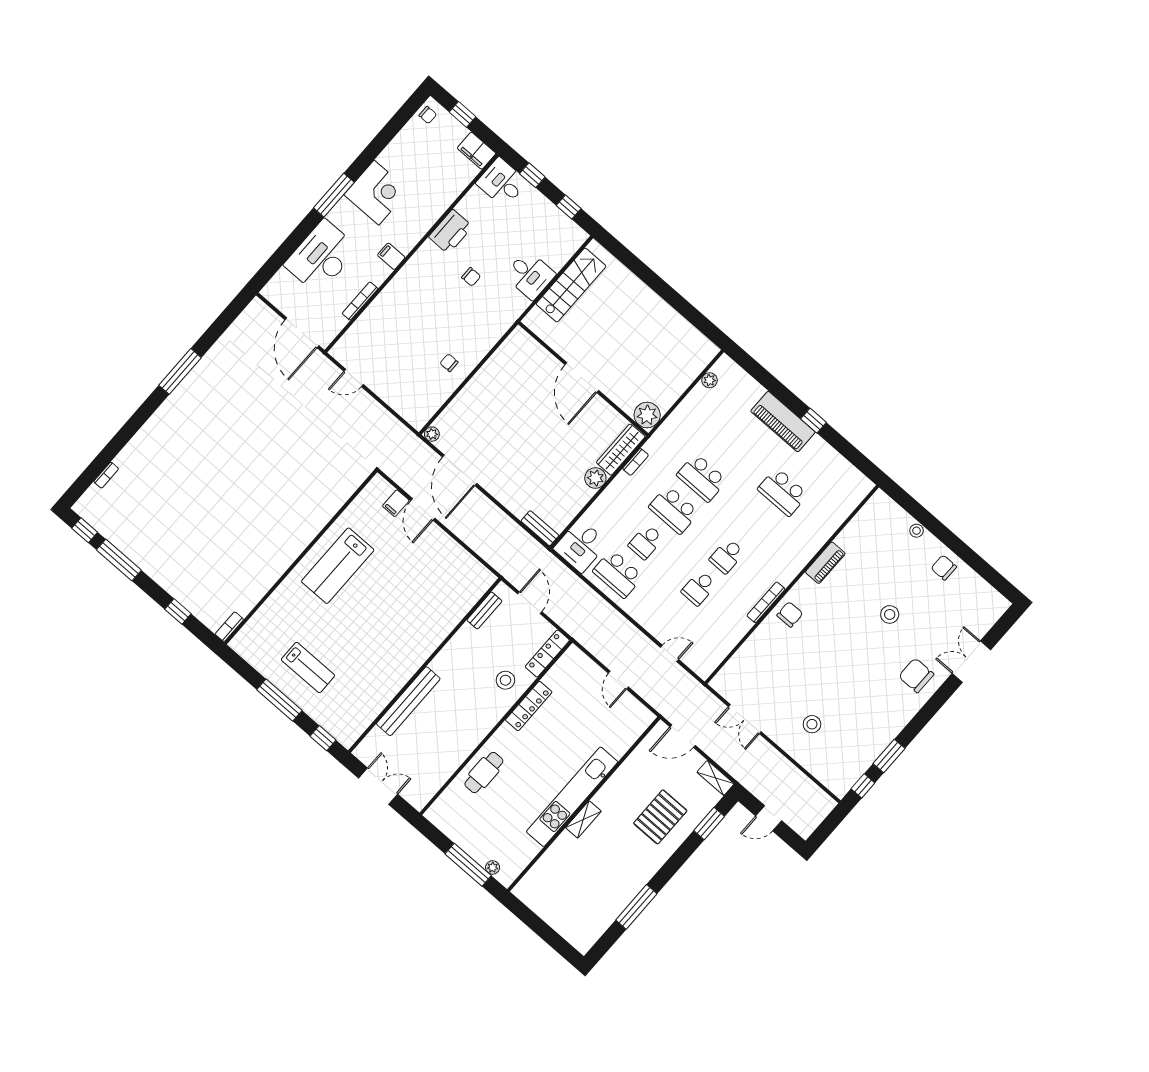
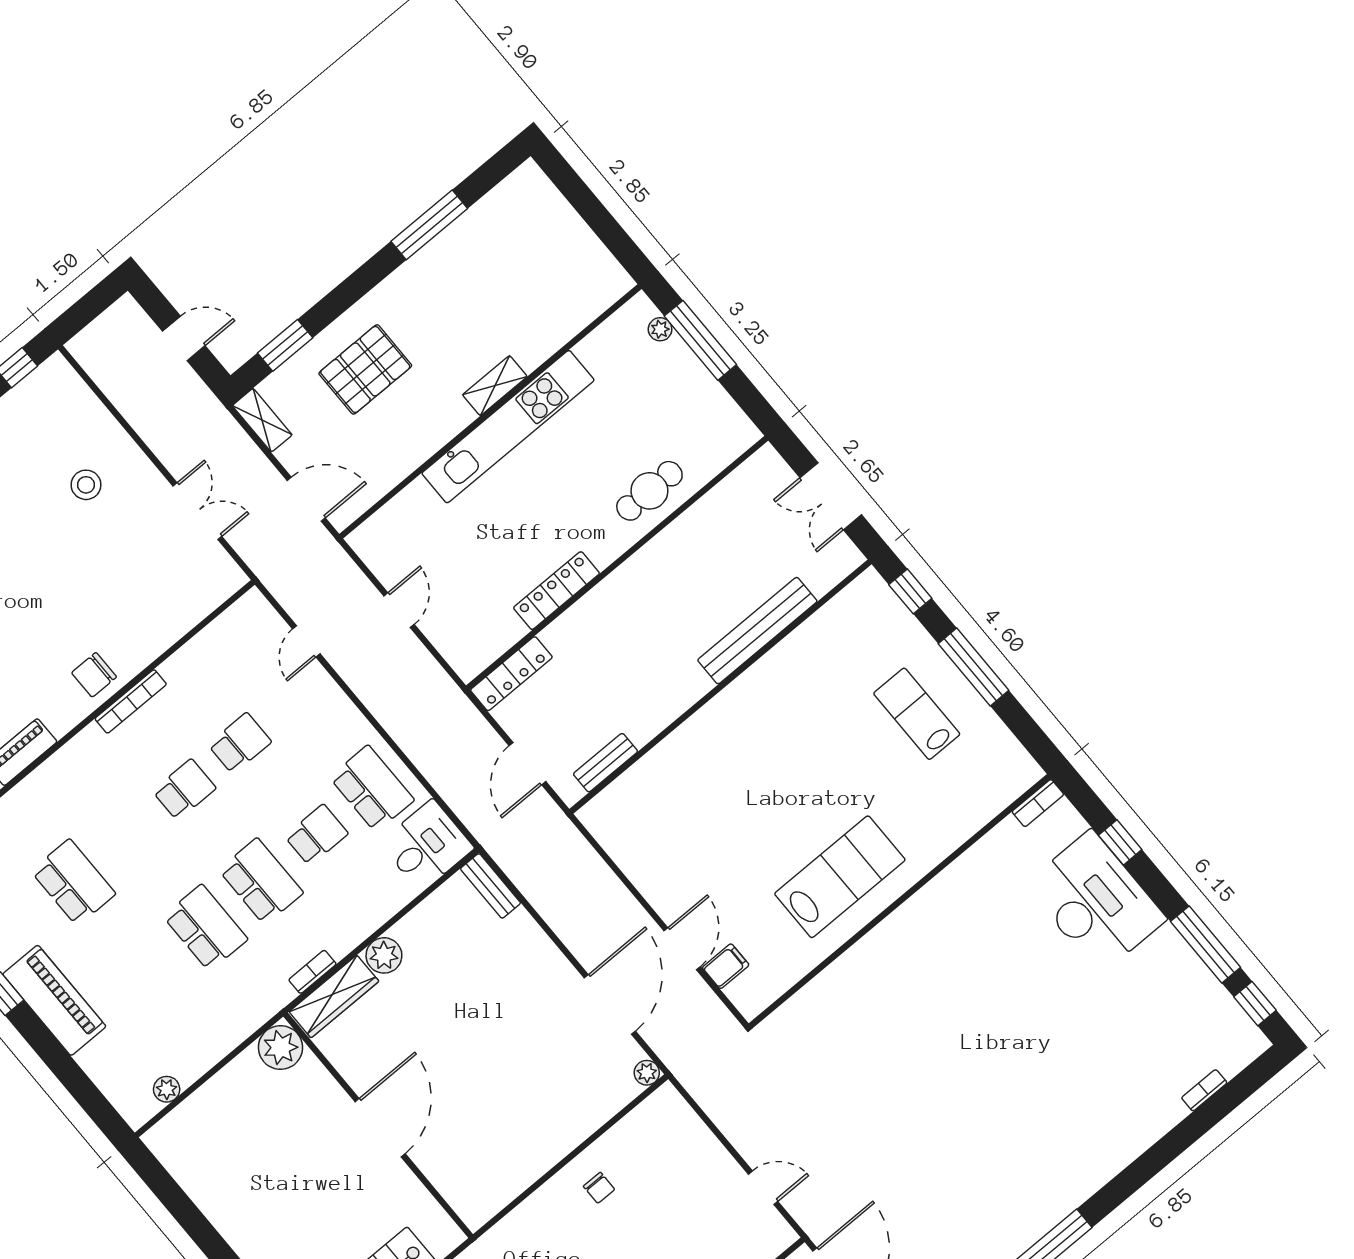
desk: (187, 575) -> (1096, 902), added
door: (670, 653) -> (306, 641), hinge flipped
stool: (505, 680) -> (589, 640), removed

